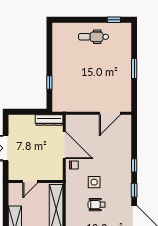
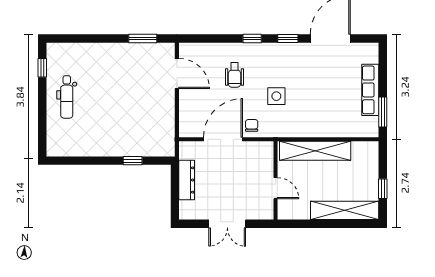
window: (134, 69) -> (143, 38), moved
dresser: (49, 120) -> (187, 180), moved
wheelchair: (97, 205) -> (234, 75), moved

